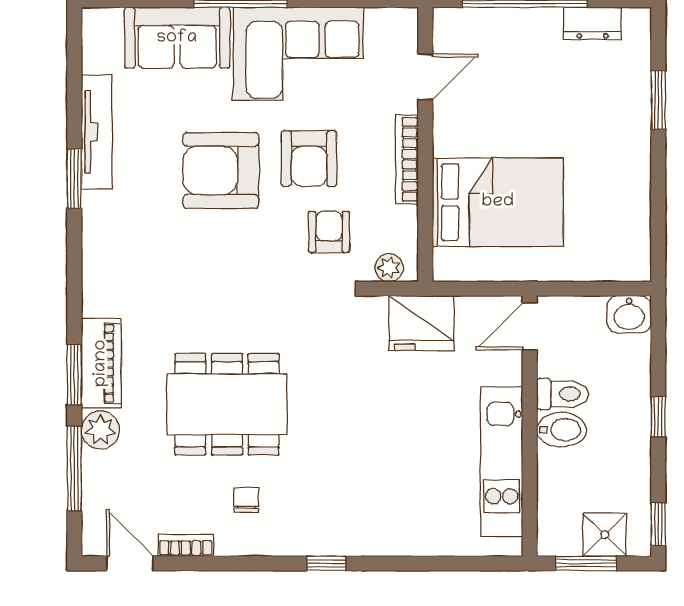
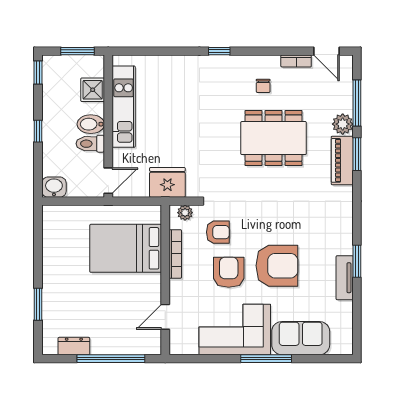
tv unit: (97, 132) -> (345, 278), width x0.71
bookcase: (407, 159) -> (175, 254), moved
armchair: (329, 232) -> (218, 232), turned -90
shower: (605, 535) -> (93, 90), moved

